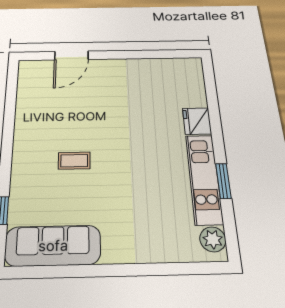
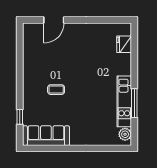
fridge: (197, 121) -> (124, 44), moved
window: (223, 181) -> (134, 103), width x1.44

